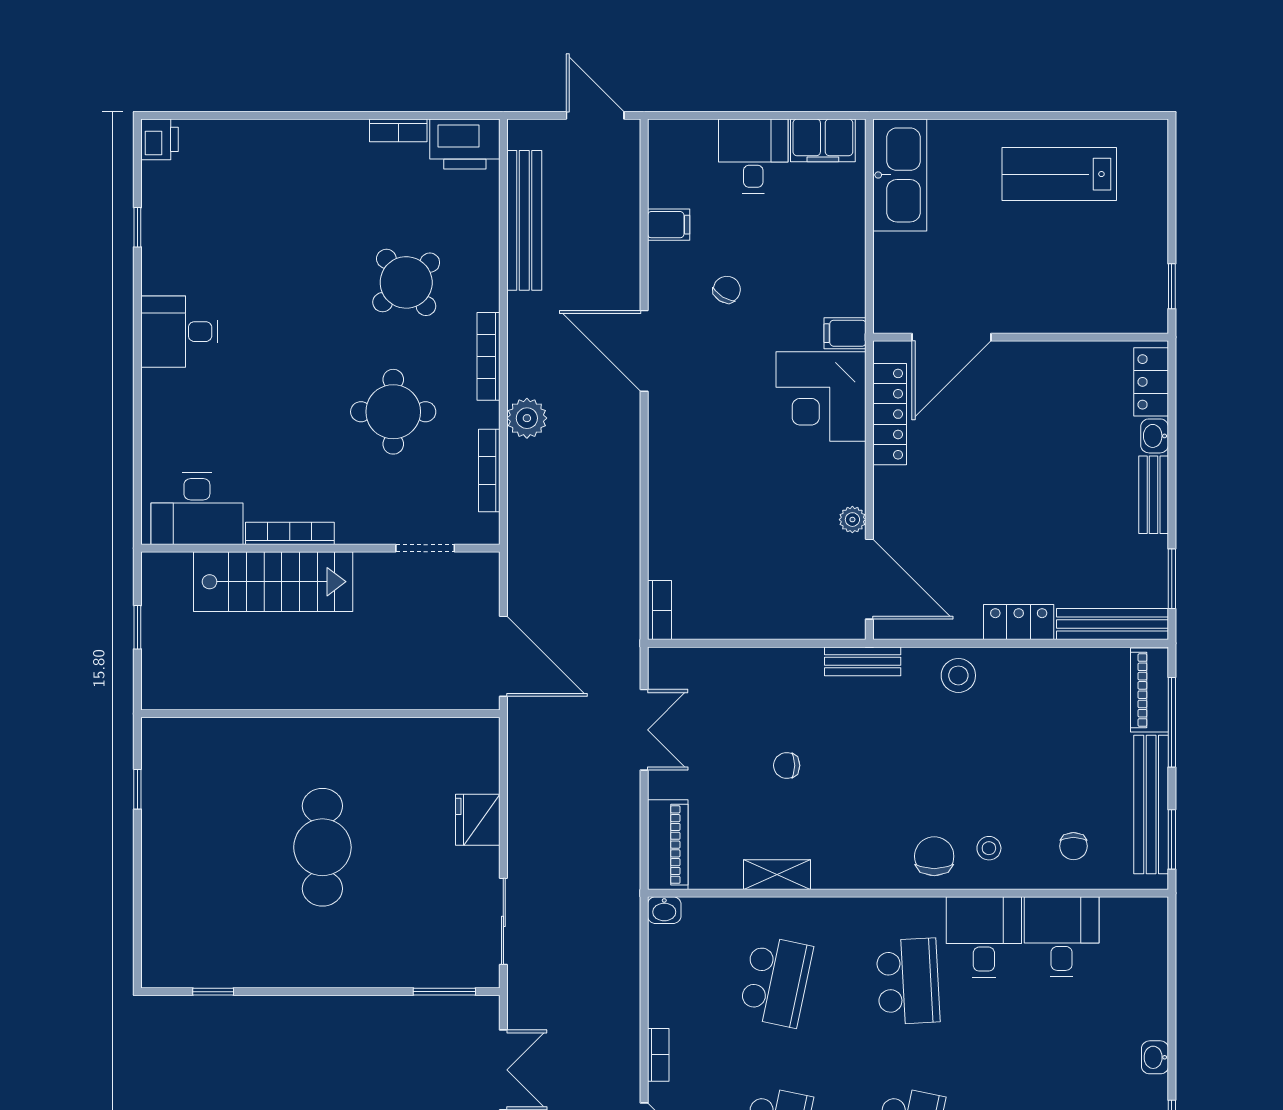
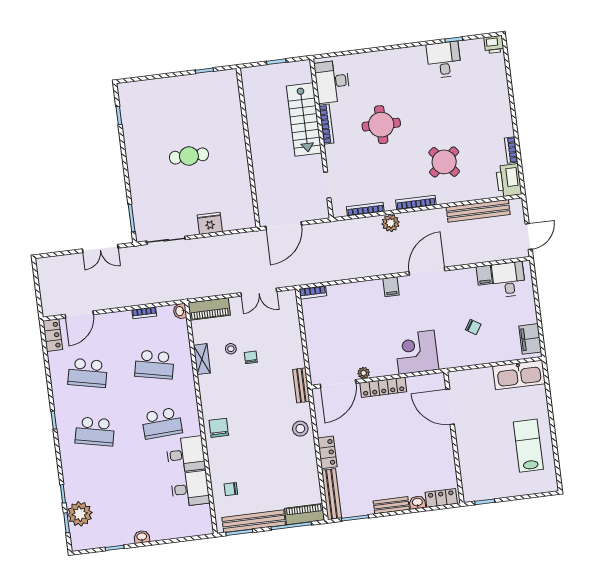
desk: (753, 156) -> (509, 279), moved, turned -90
chair: (727, 290) -> (473, 327), moved
desk: (179, 332) -> (444, 60), moved
filing cabinet: (845, 333) -> (391, 287), moved, turned 180
round table: (393, 412) -> (381, 125), moved
locker: (890, 414) -> (383, 387), moved
cafe table: (322, 847) -> (189, 156), width x0.73, depth x0.74
stool: (989, 848) -> (231, 349), moved
chair: (934, 856) -> (219, 428), turned -90
bookcase: (658, 1055) -> (144, 313), moved

